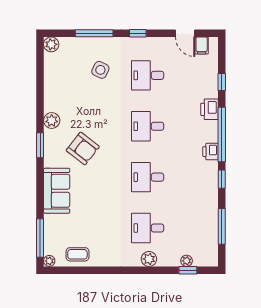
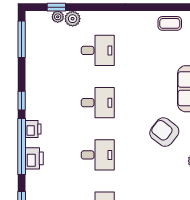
printer: (209, 109) -> (34, 158), moved
window: (222, 226) -> (22, 39), moved
plant: (149, 259) -> (73, 19), moved

